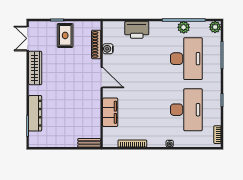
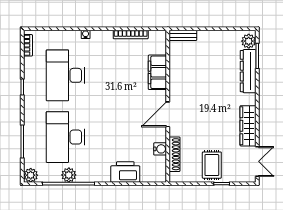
door: (102, 77) -> (168, 114), hinge flipped
plant: (35, 138) -> (249, 41), added

